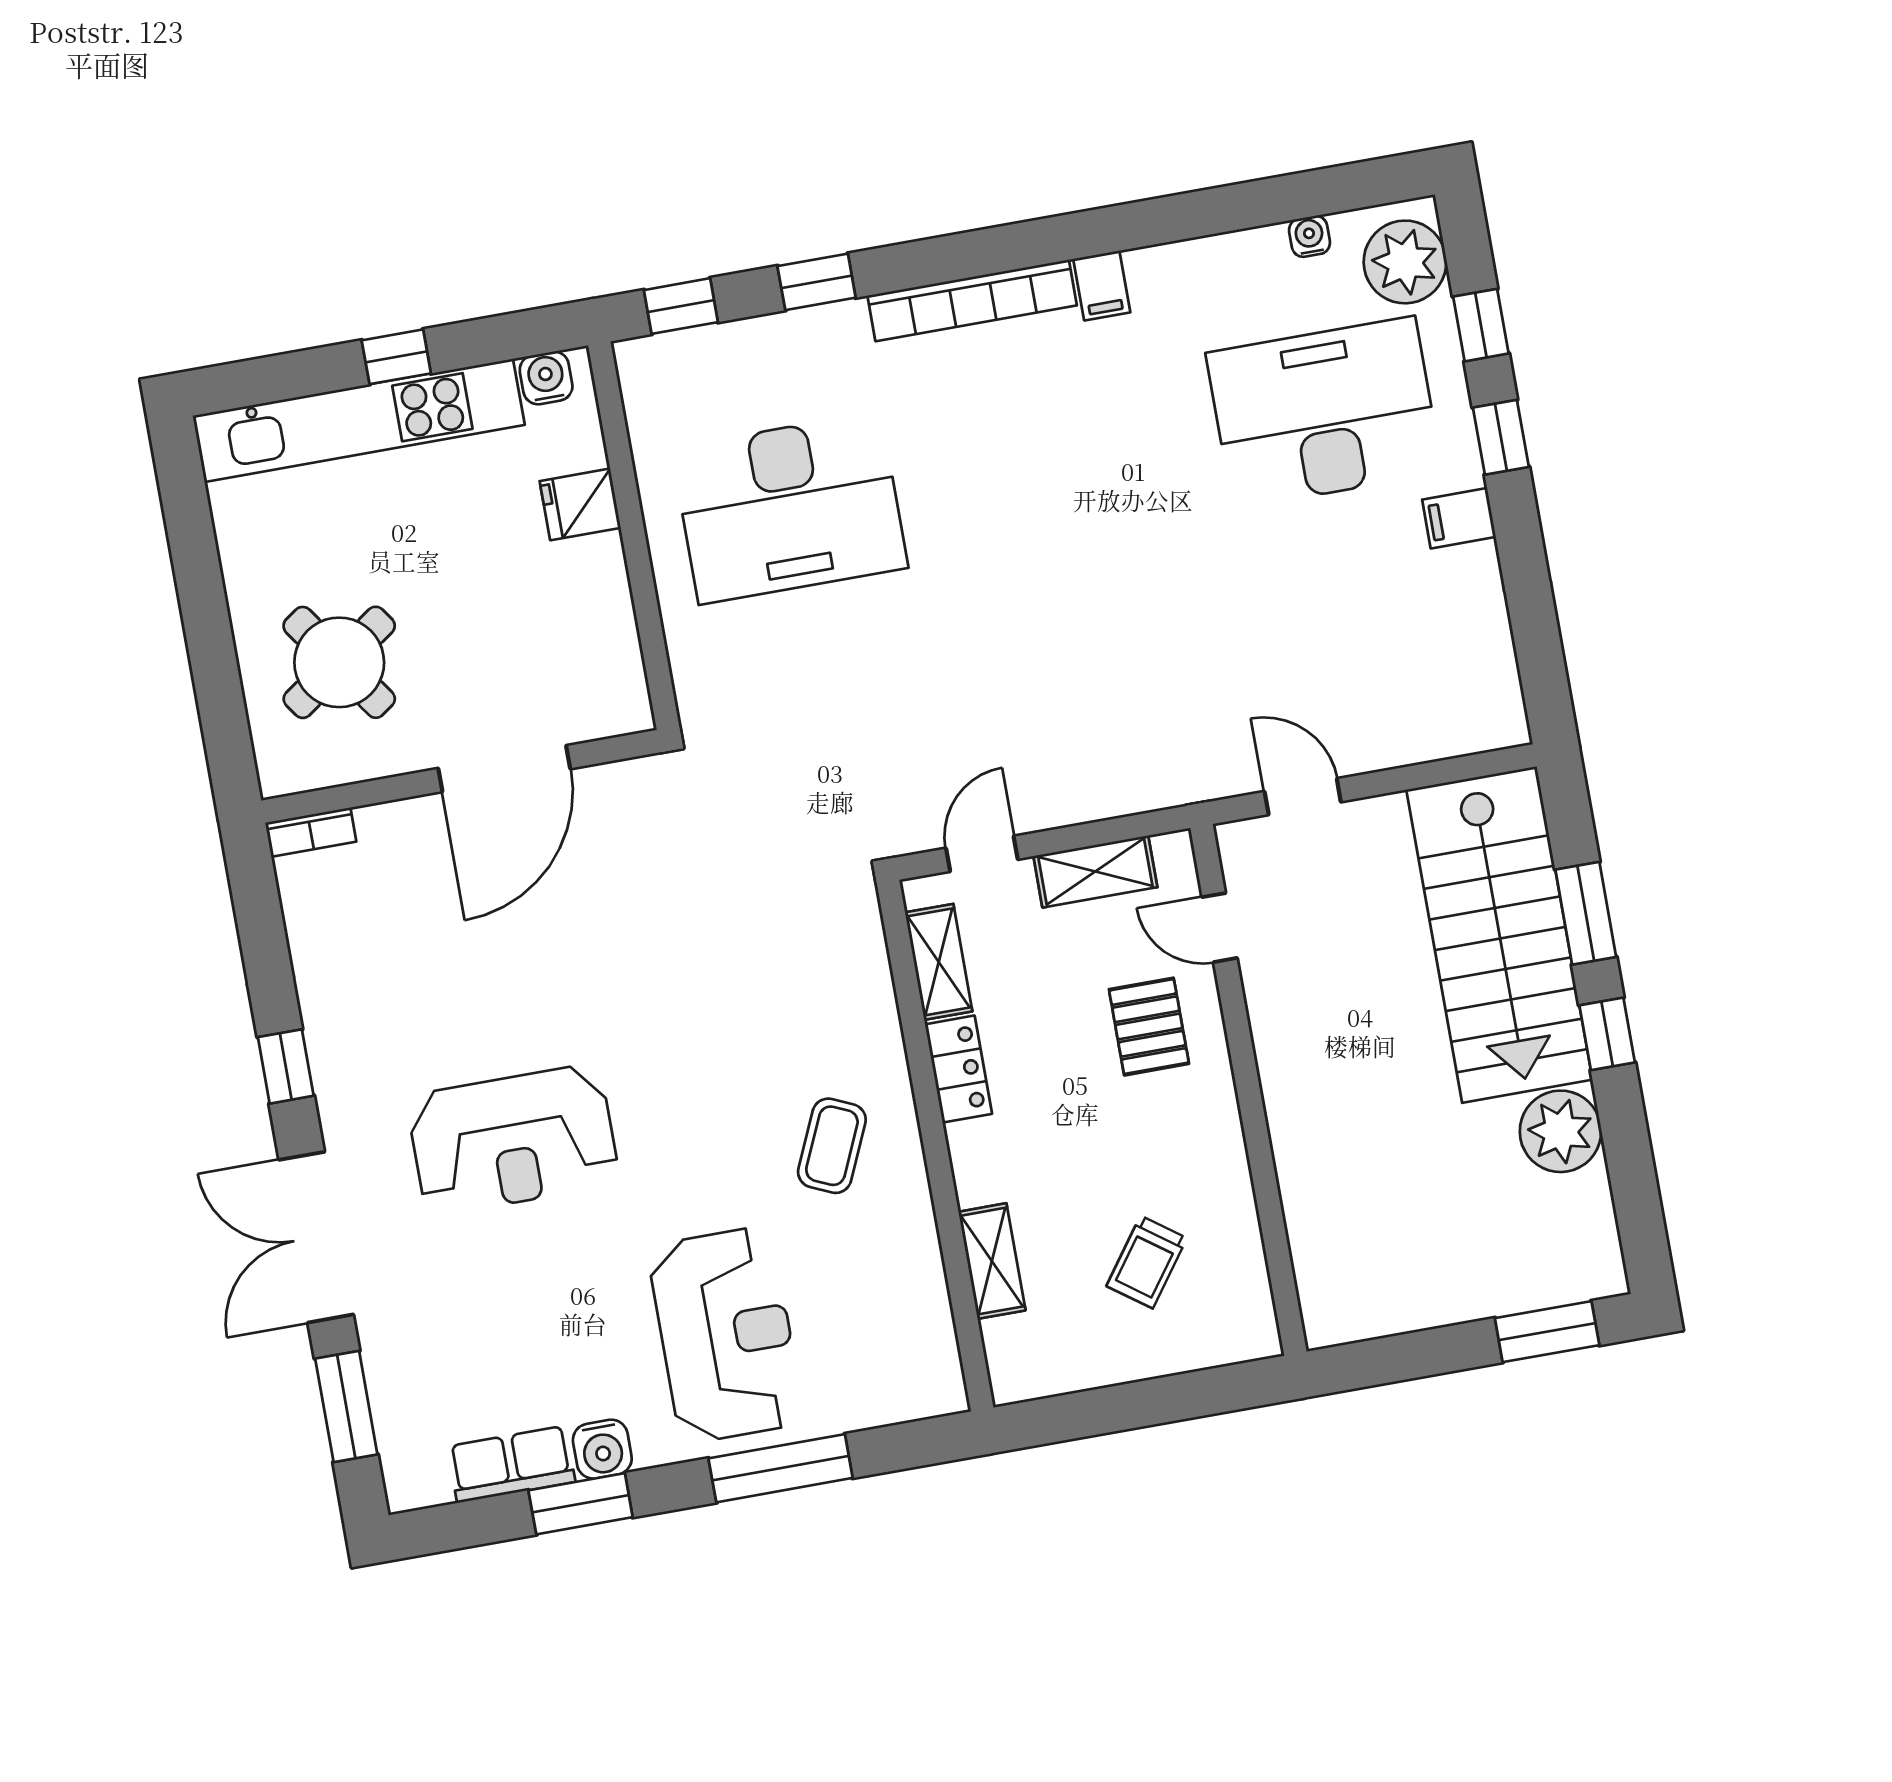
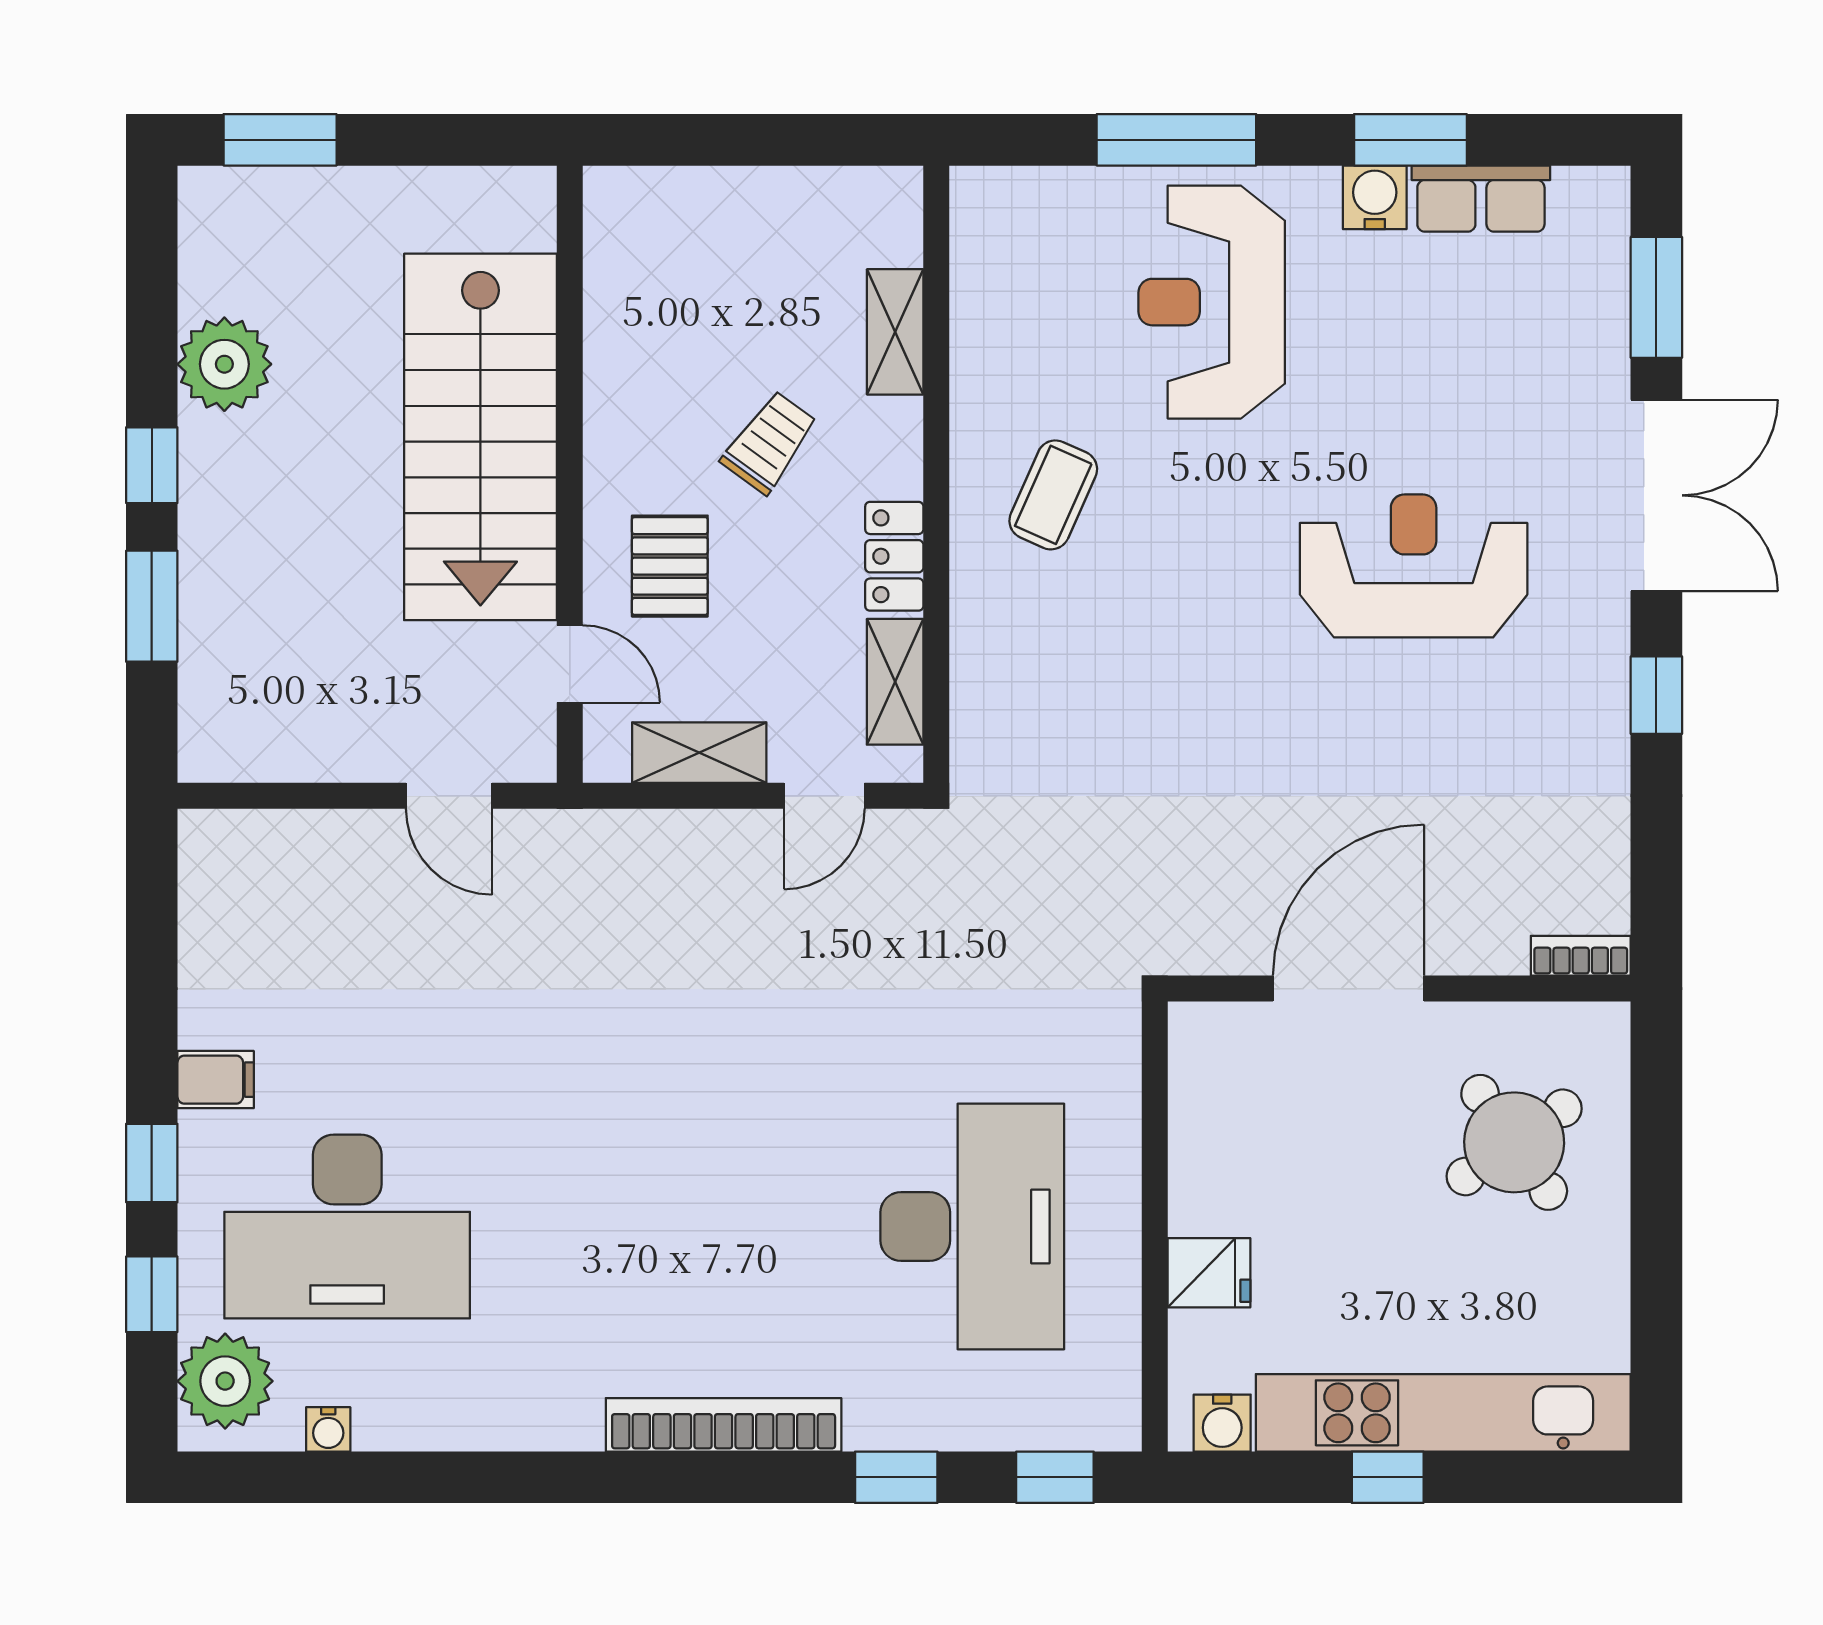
filing cabinet: (1102, 286) -> (574, 1415), removed
desk: (790, 508) -> (972, 1226), turned 90
stairs: (1499, 935) -> (480, 437), moved, turned 180
trolley: (1147, 1262) -> (769, 442), moved

